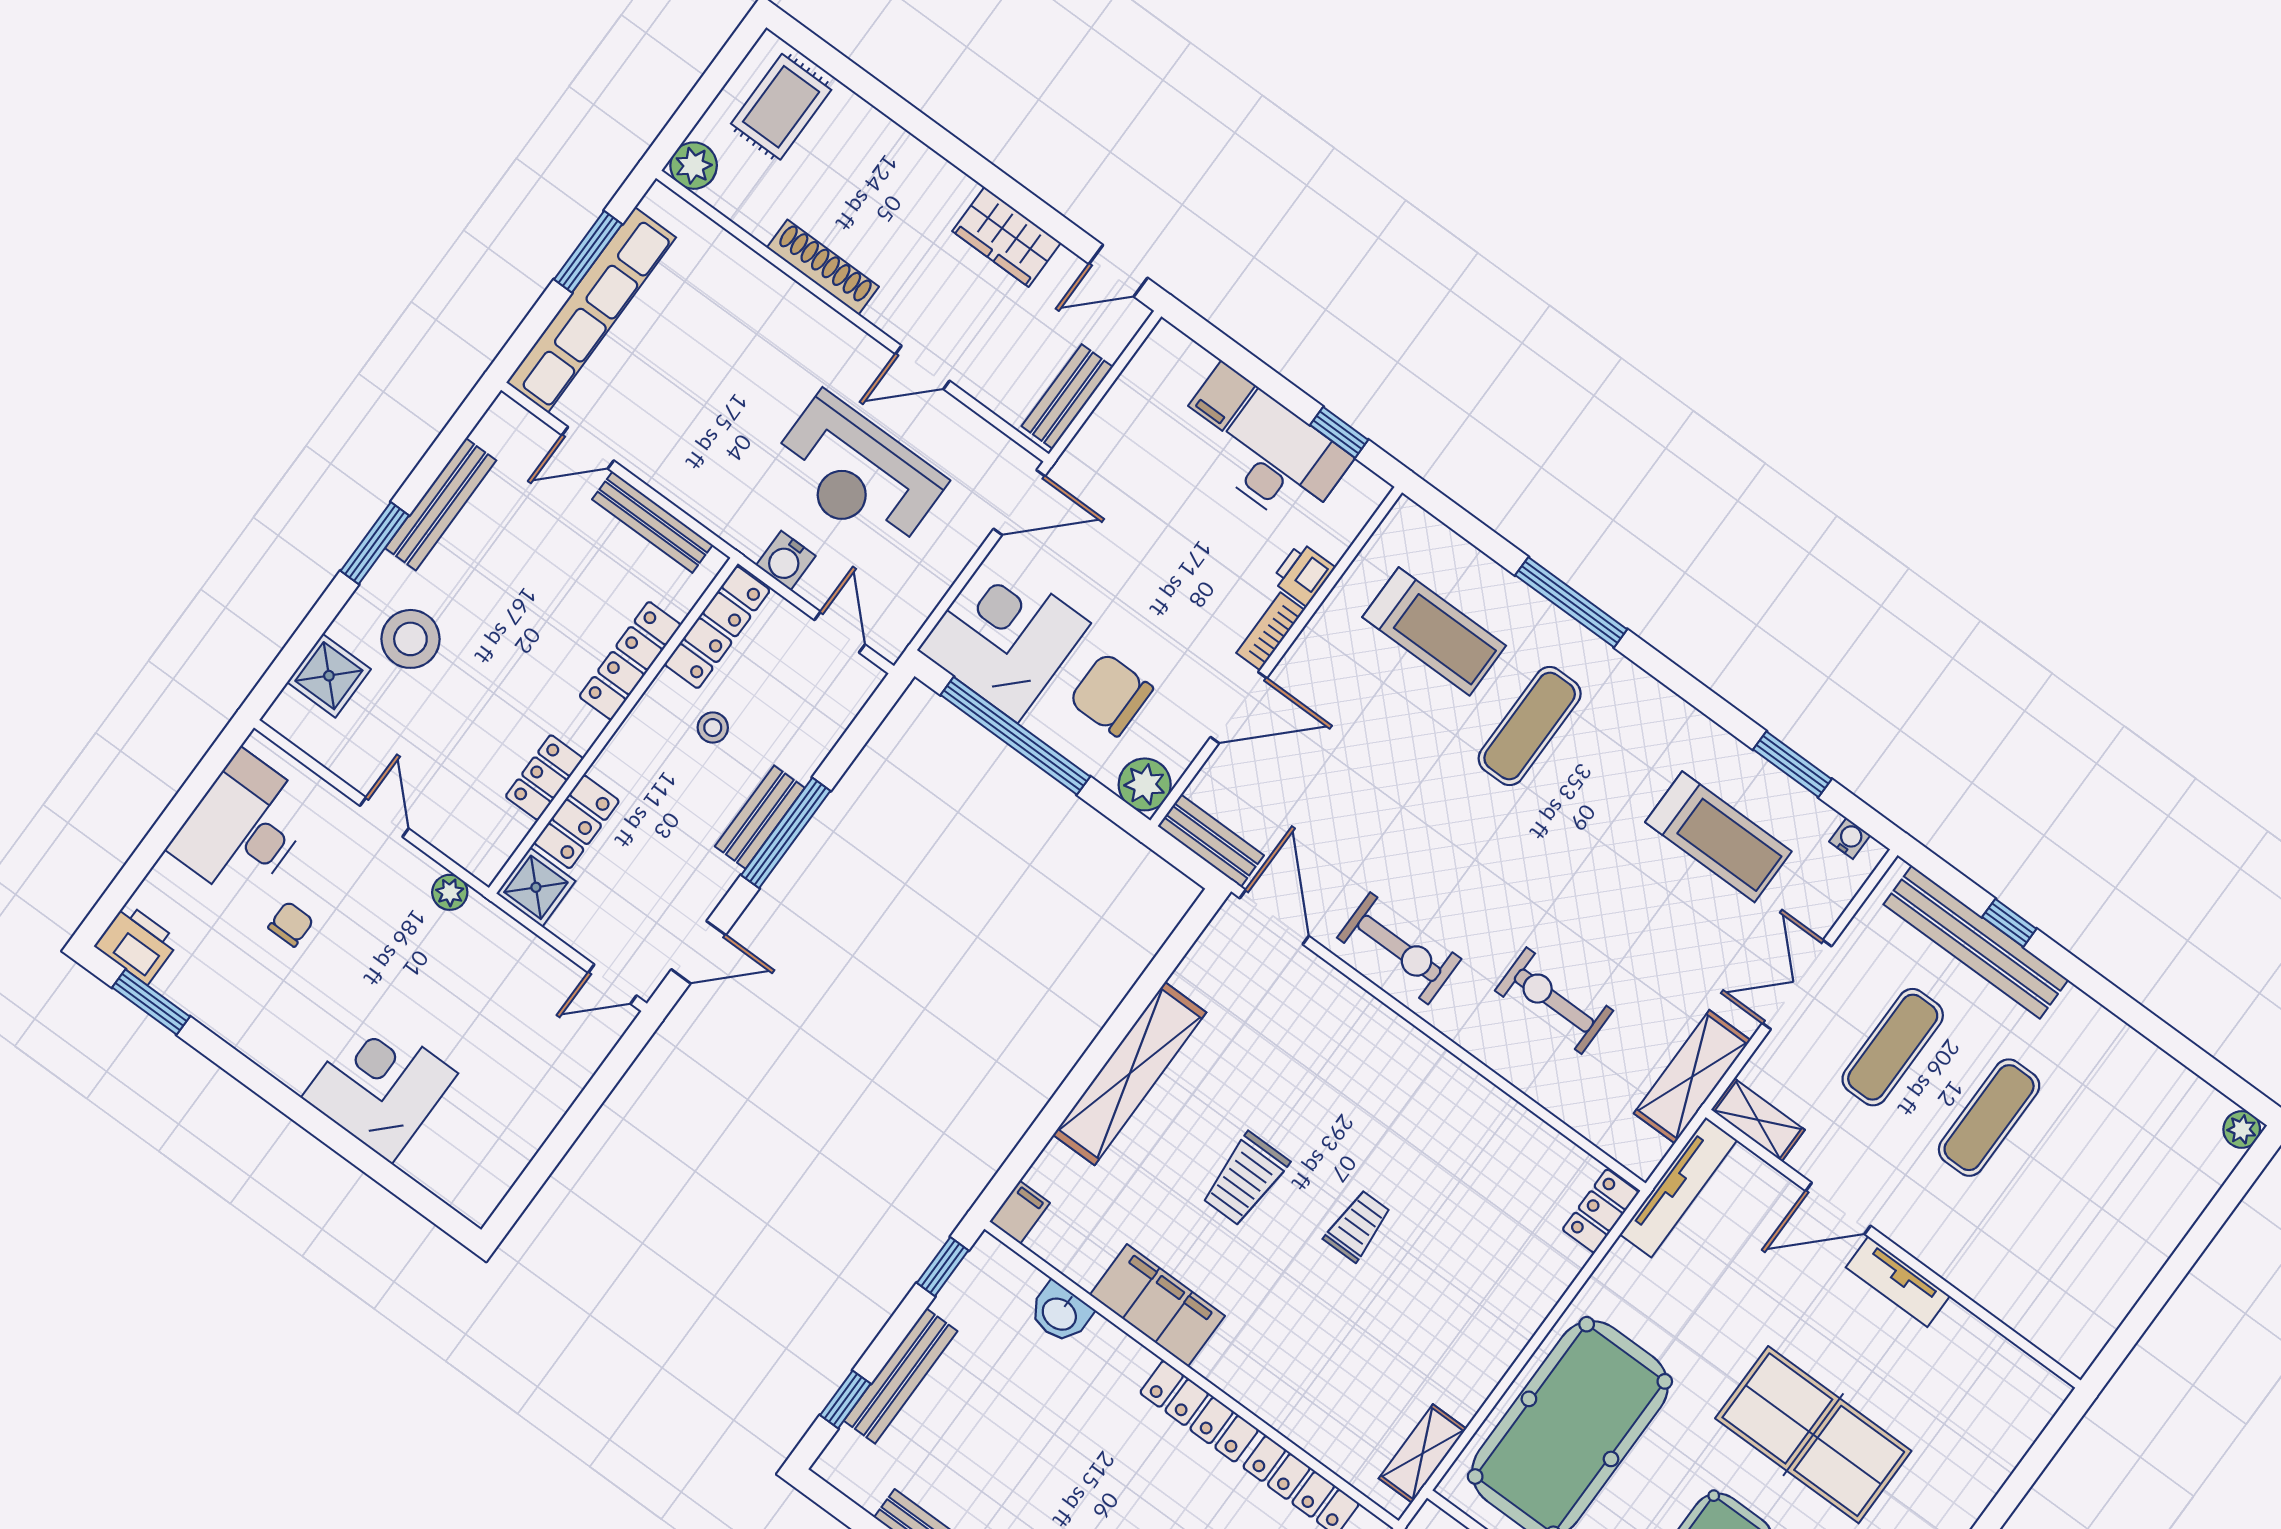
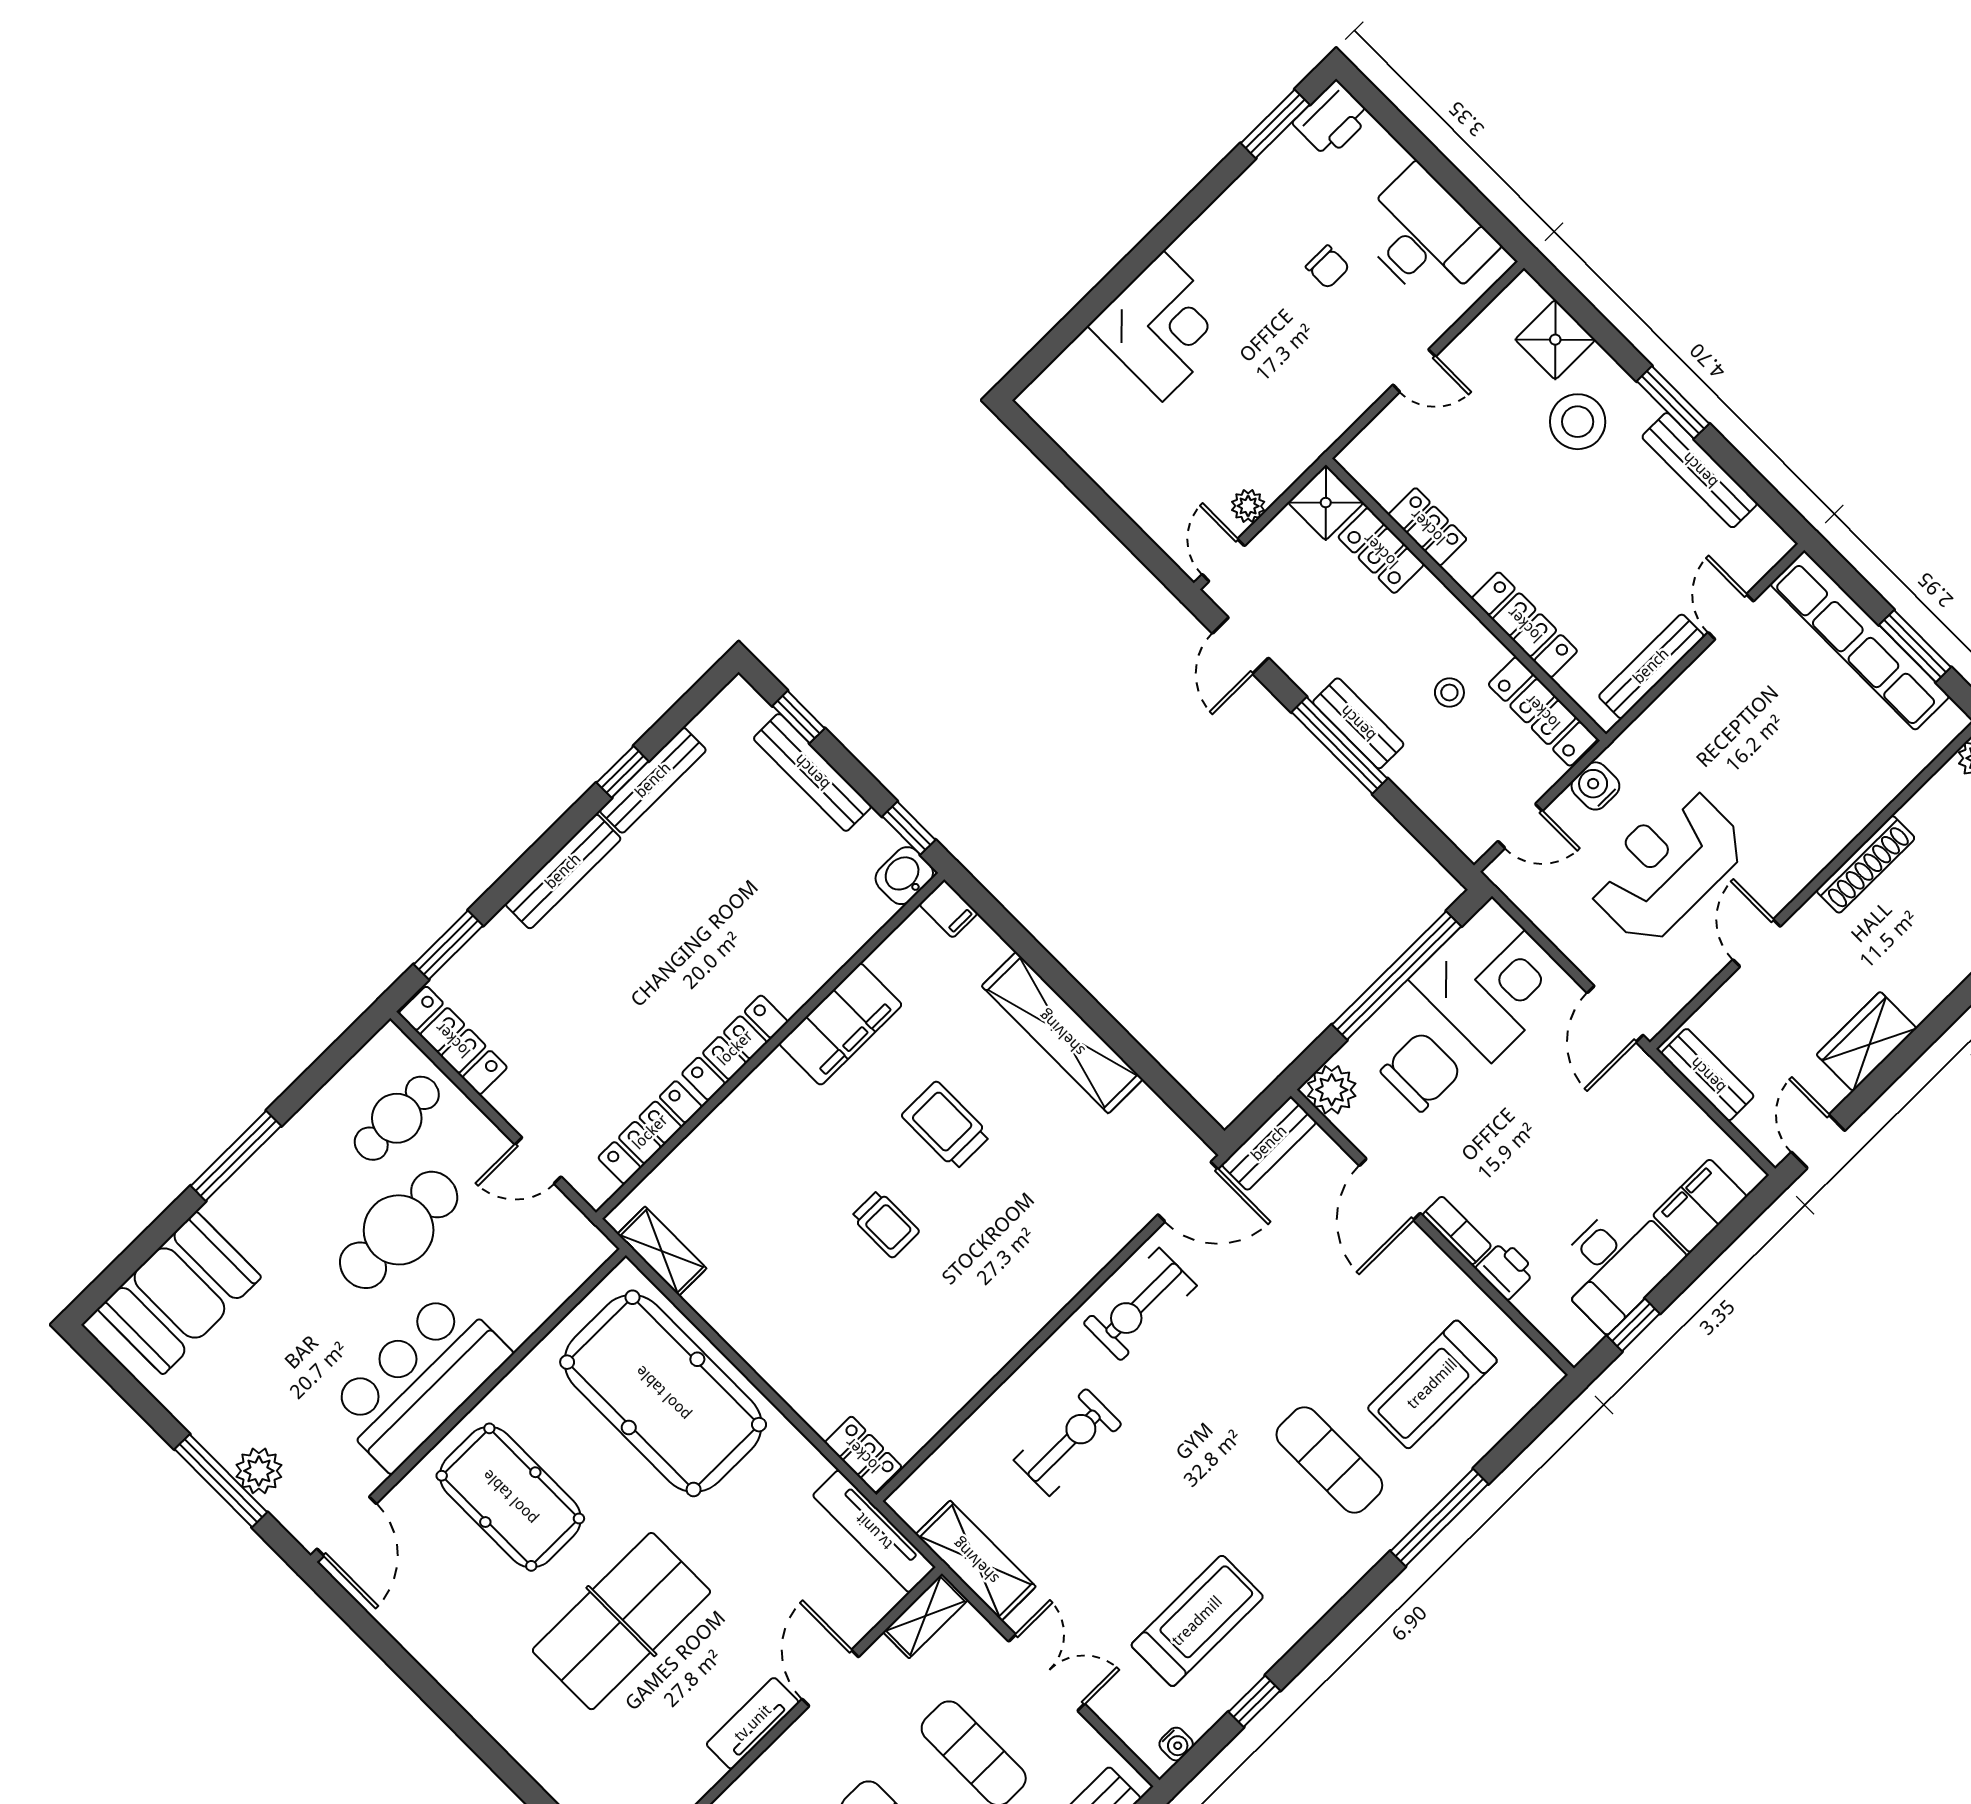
filing cabinet: (1222, 396) -> (1700, 1206), width x2.00
window: (1792, 764) -> (1254, 1701), width x0.67
treadmill: (1718, 837) -> (1197, 1621), turned 180
plant: (450, 892) -> (1248, 506), moved
washbasin: (1060, 1313) -> (904, 876), moved

